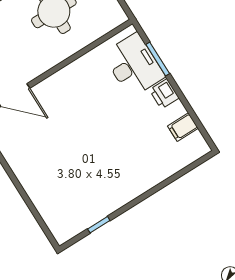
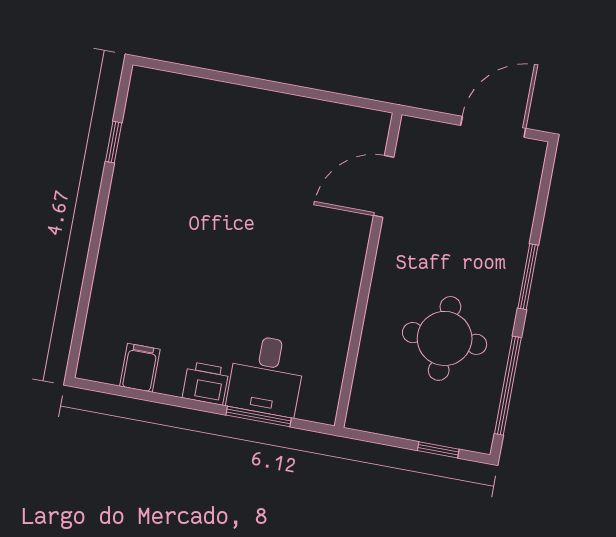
desk: (134, 65) -> (266, 375), width x0.73

